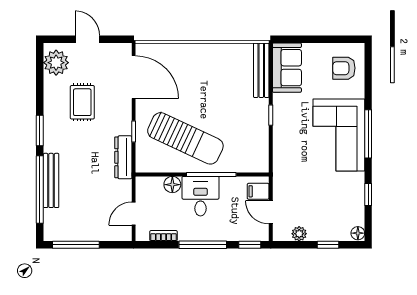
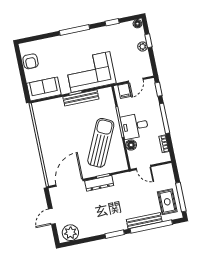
armchair: (344, 68) -> (31, 61), moved
bench: (261, 70) -> (81, 98), moved
rug: (82, 102) -> (167, 202), moved, turned 90
corner sofa: (339, 135) -> (91, 72), moved, turned 180
dresser: (123, 157) -> (99, 183), moved
door: (134, 214) -> (144, 167), moved
plant: (299, 234) -> (143, 47), moved

